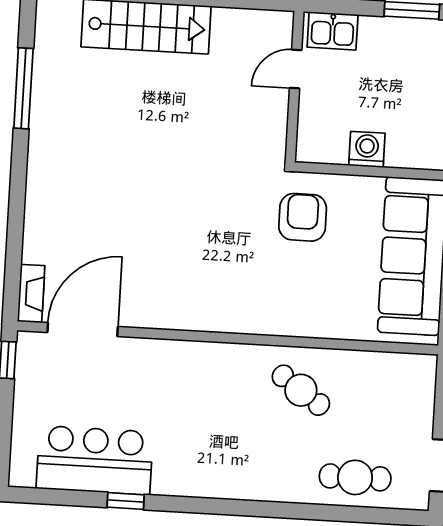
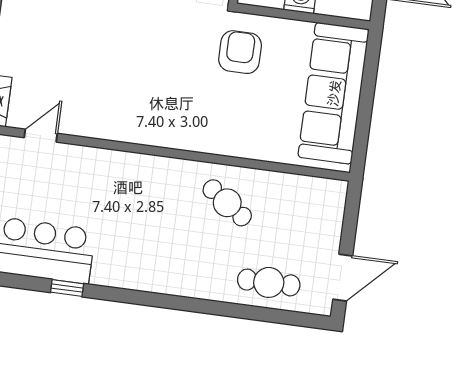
door: (83, 329) -> (41, 136), width x0.53

